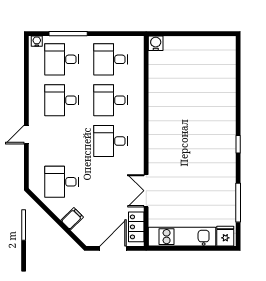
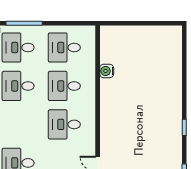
water cooler: (156, 43) -> (107, 71), moved, turned -90

